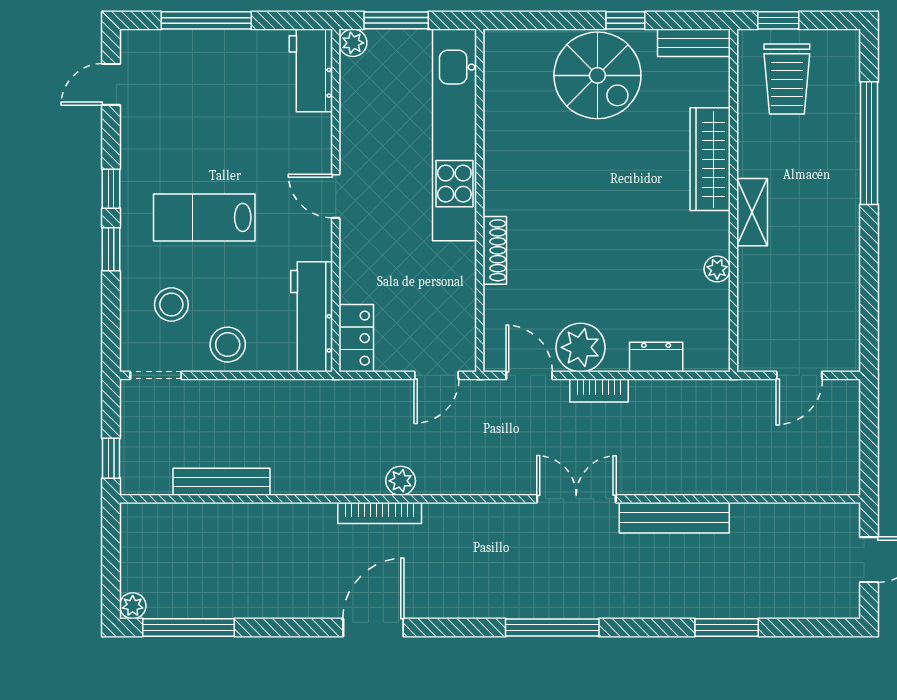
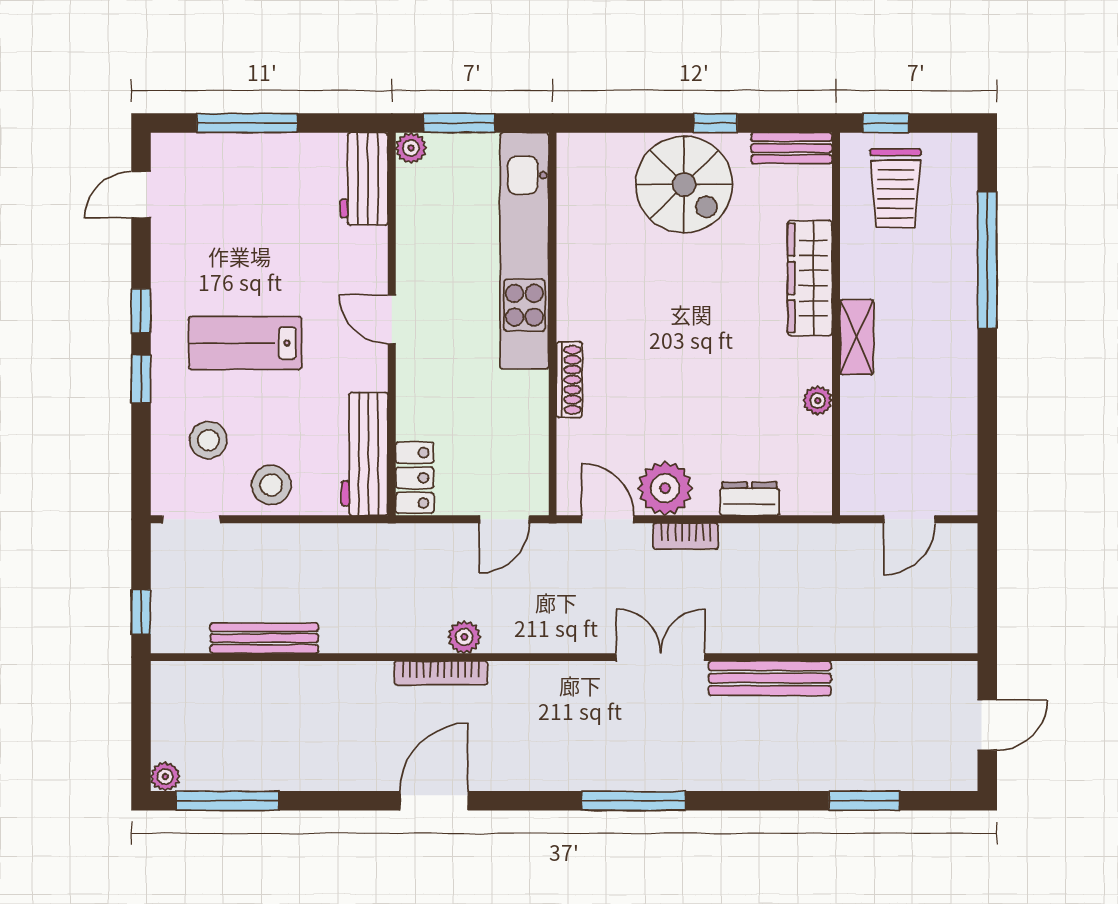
window: (727, 627) -> (864, 801), moved

